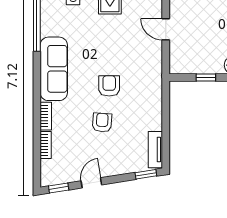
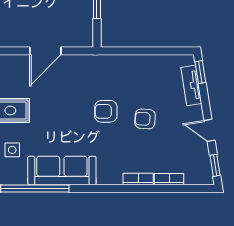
door: (166, 29) -> (45, 51), width x1.38
sofa: (54, 69) -> (62, 171), moved
tv unit: (155, 150) -> (191, 85), moved, turned 81

